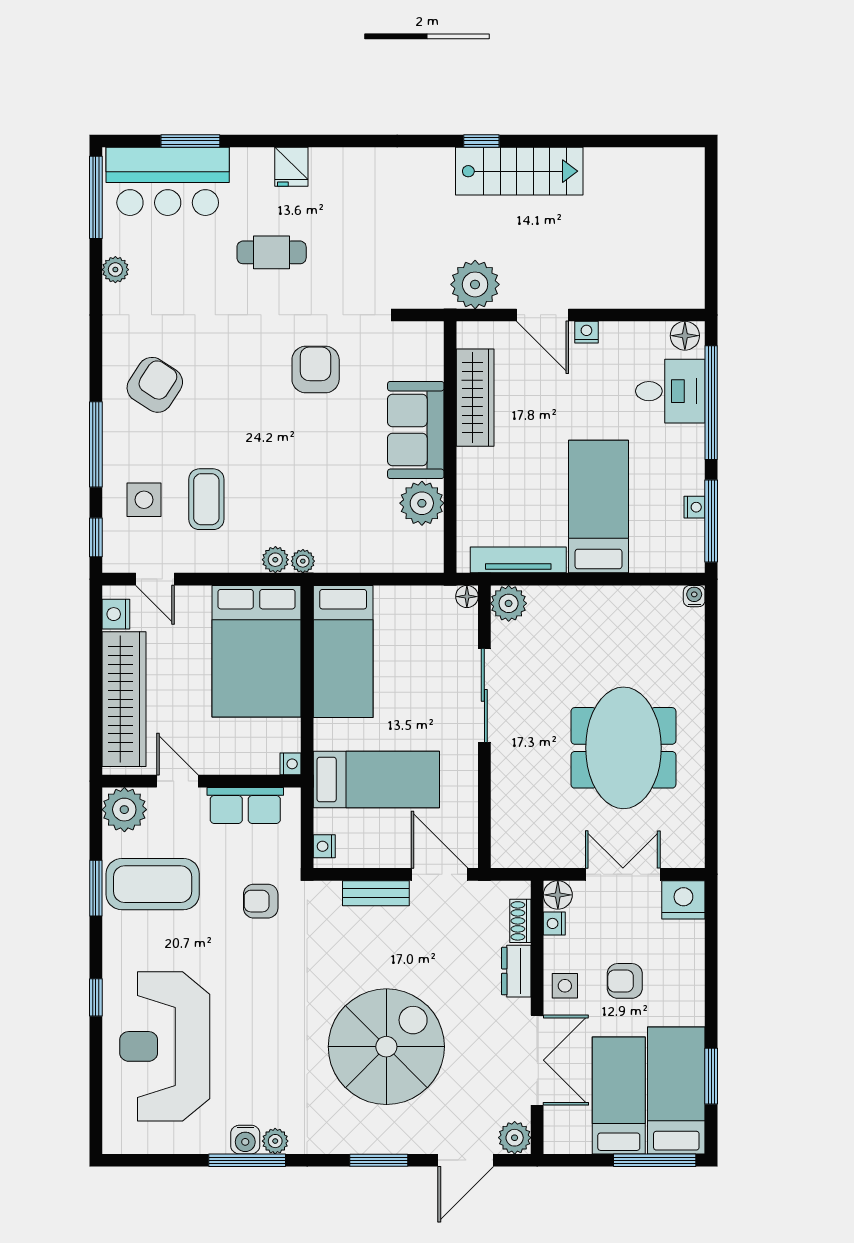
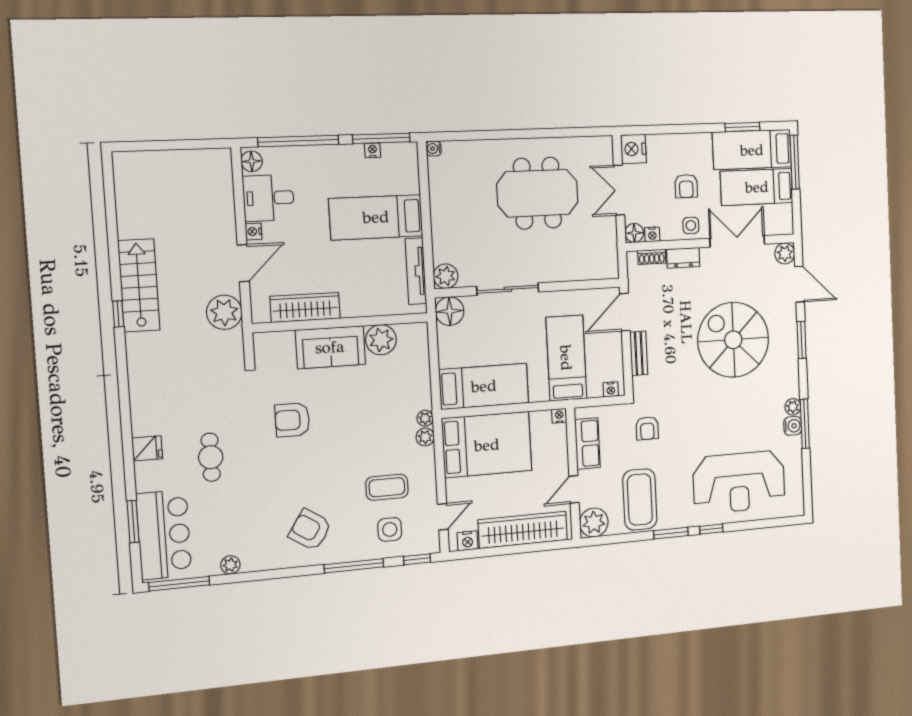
desk: (670, 391) -> (268, 198), moved, turned -90
floor lamp: (467, 597) -> (450, 311), width x1.89, depth x1.89
window: (96, 888) -> (671, 533), moved

